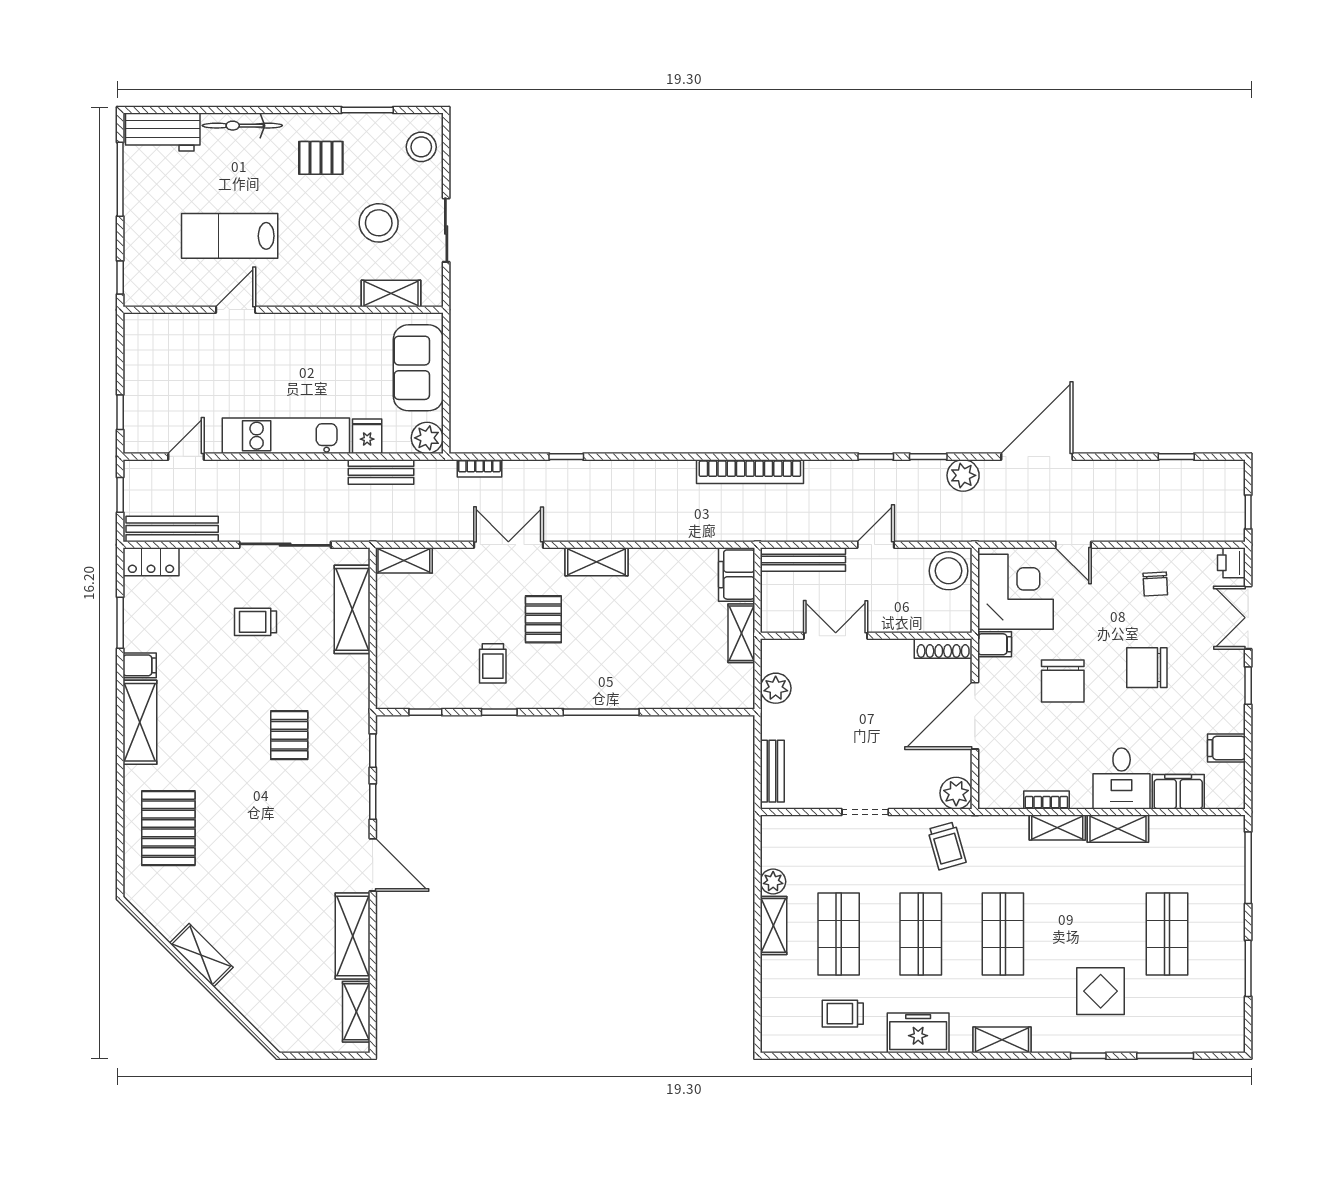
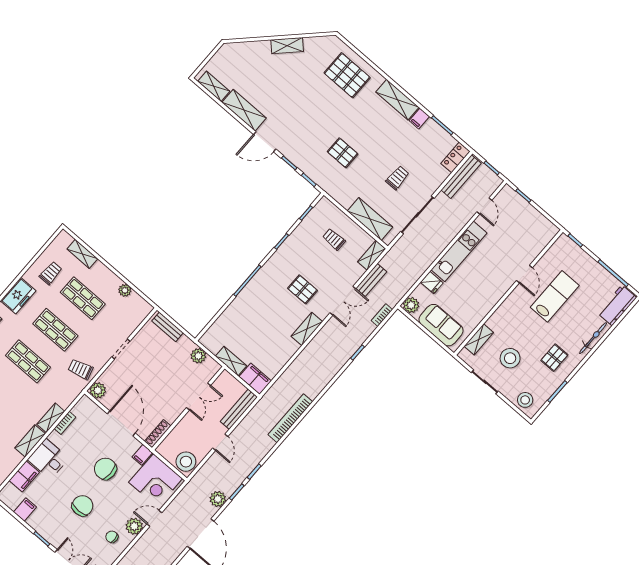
bench: (381, 472) -> (371, 280), moved
plant: (1111, 564) -> (134, 526), added
trolley: (493, 663) -> (334, 239), moved
shelving: (774, 925) -> (82, 254), moved

